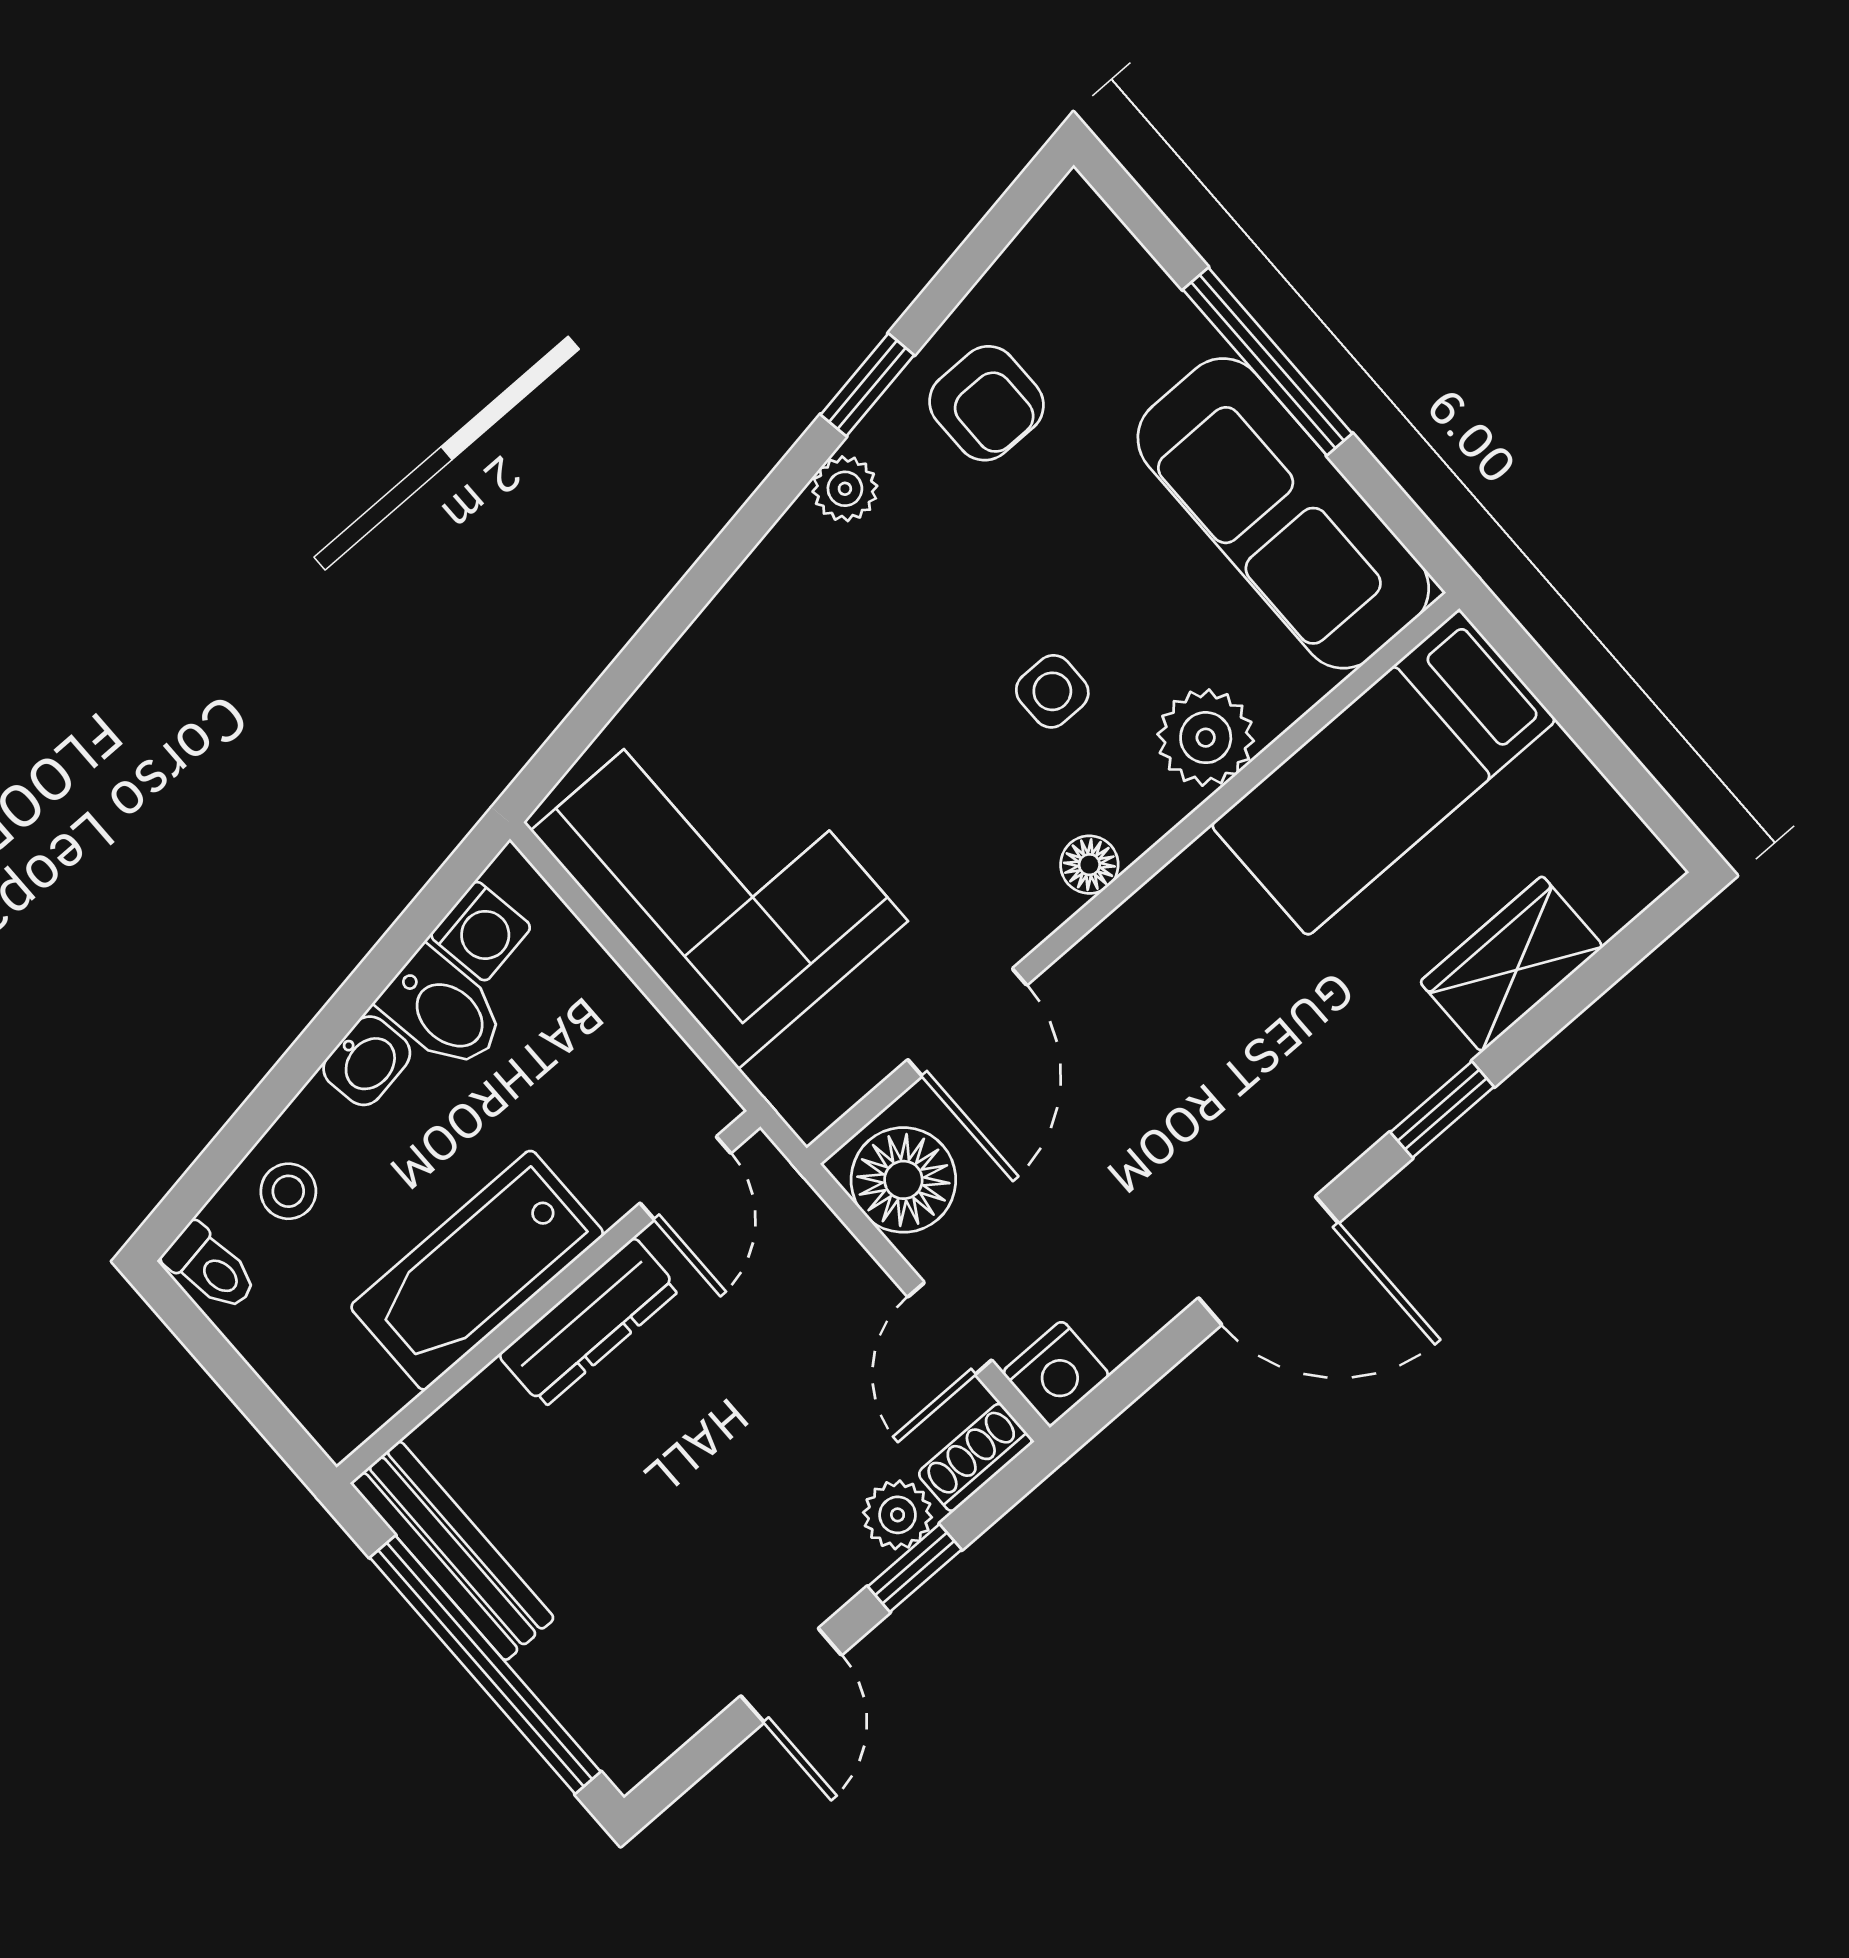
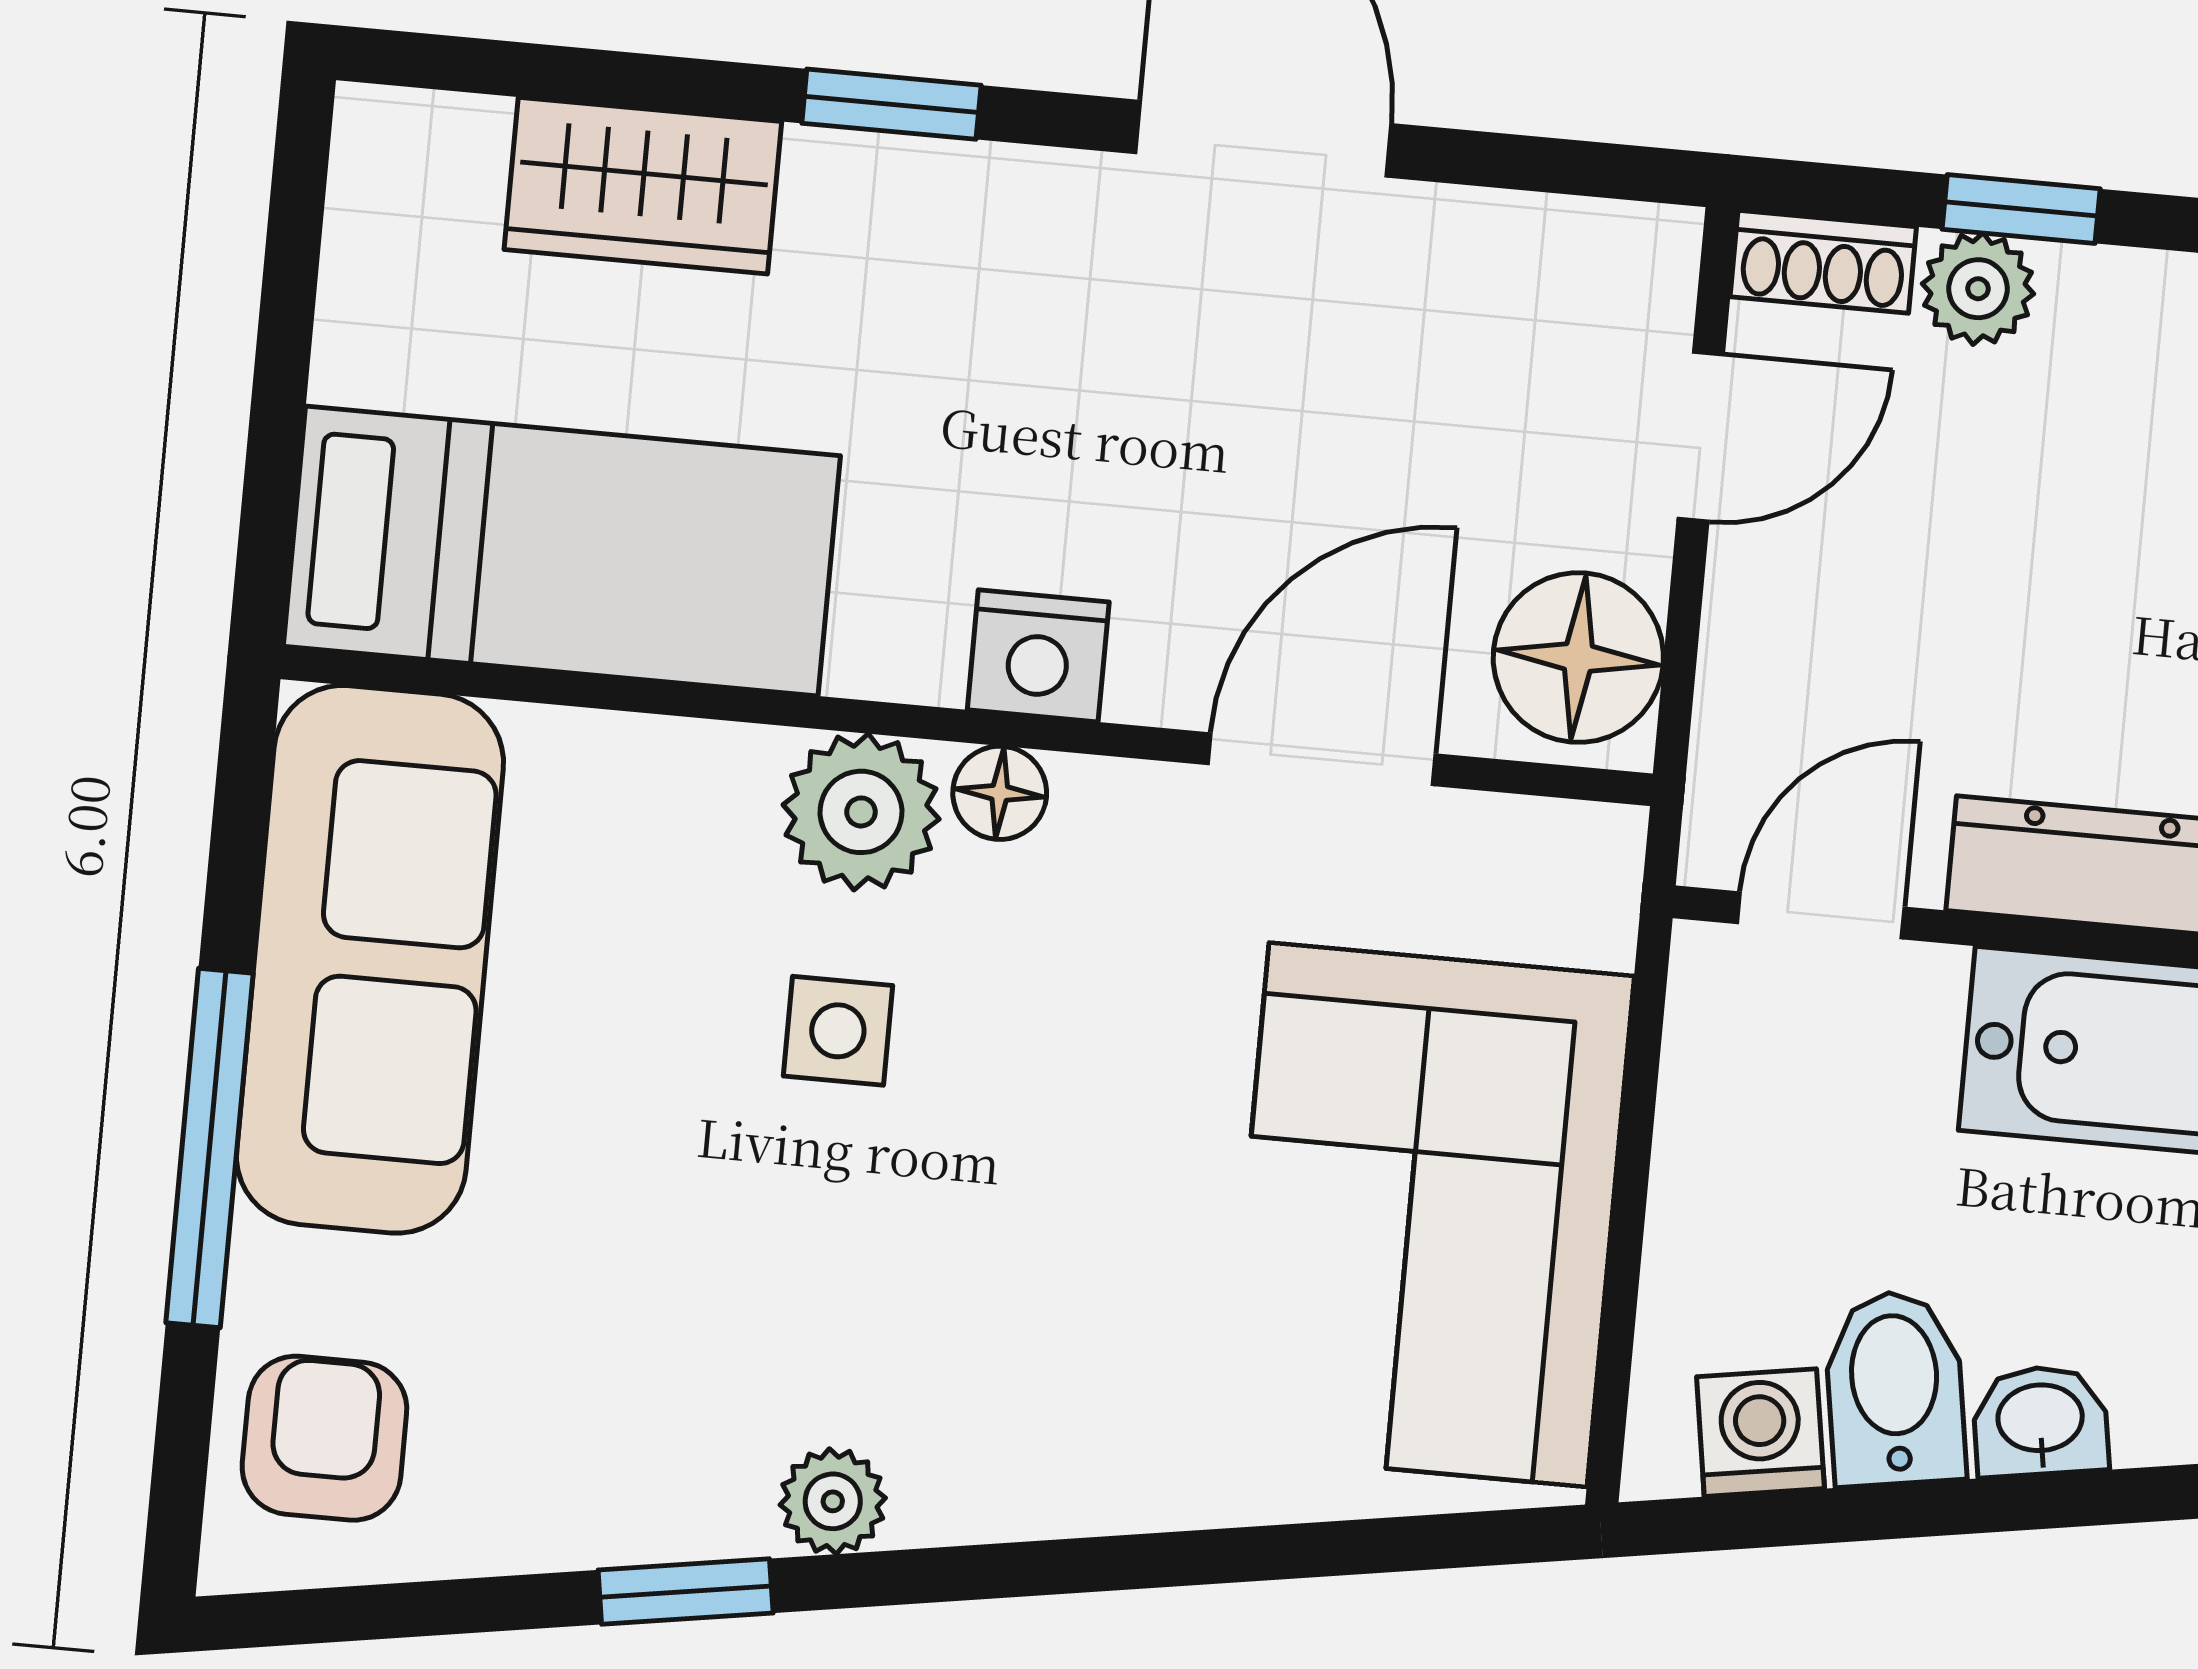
armchair: (986, 403) -> (324, 1438), moved
plant: (1206, 738) -> (861, 812), moved
nightstand: (1056, 1374) -> (1038, 656), moved, turned 180

